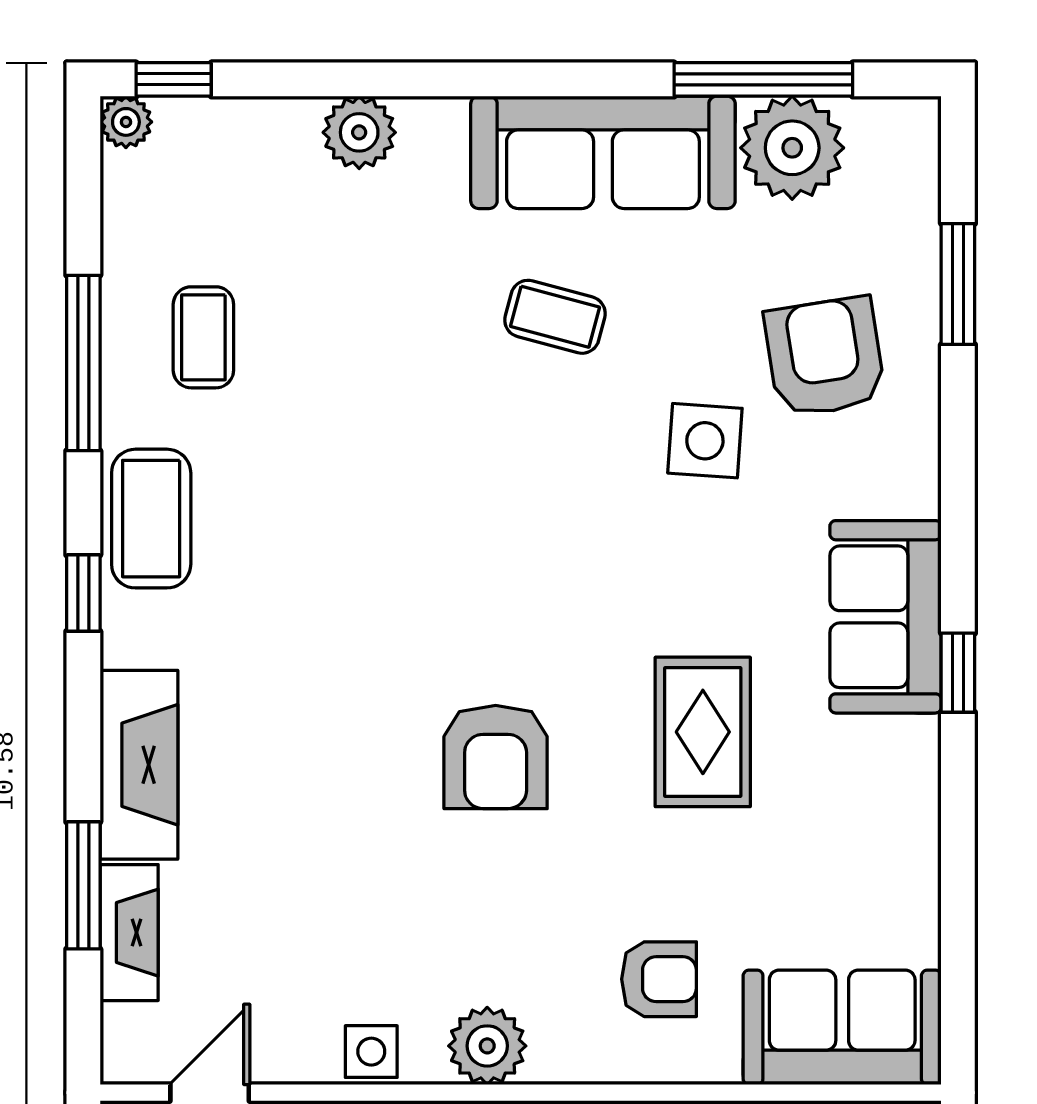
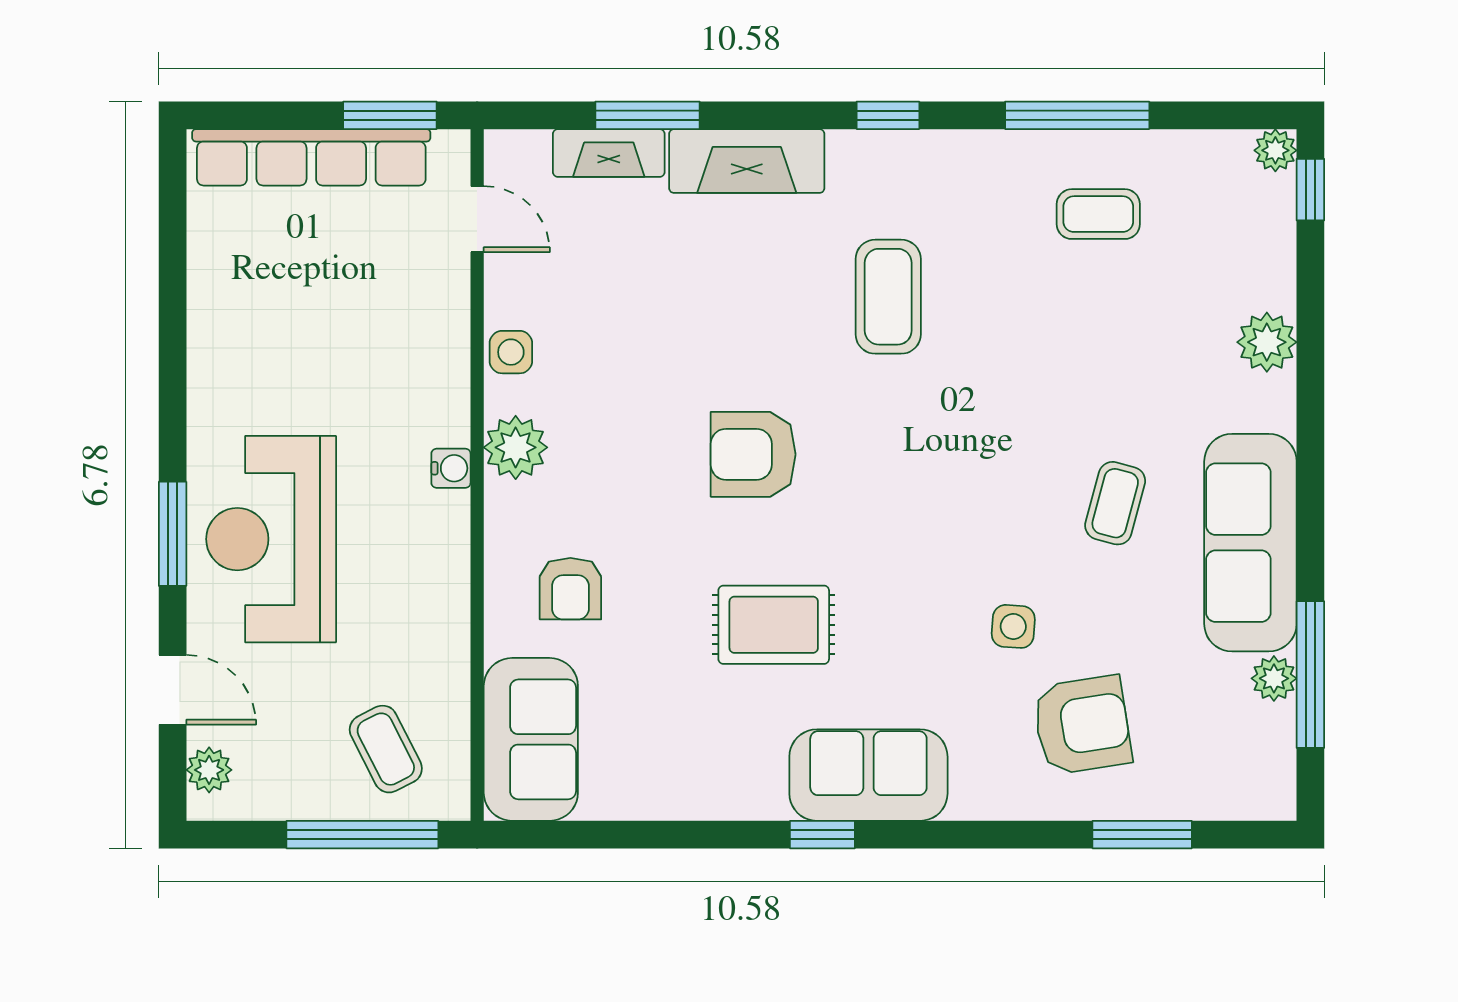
plant: (792, 148) -> (1274, 678), width x0.53, depth x0.53
side table: (705, 441) -> (1013, 626), width x0.73, depth x0.73
coffee table: (151, 519) -> (888, 297), moved, turned 90

